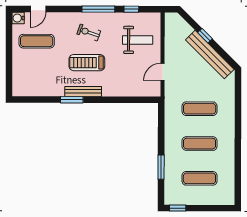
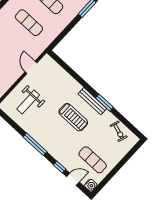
window: (131, 9) -> (60, 167), moved
exercise bike: (89, 32) -> (119, 131), moved
weight bench: (138, 40) -> (28, 102), turned -90
door: (163, 72) -> (31, 67), swing flipped

